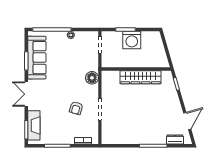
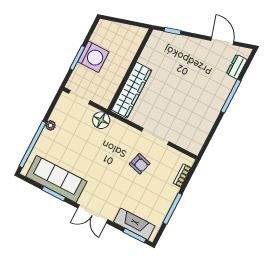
wardrobe: (141, 77) -> (132, 90), moved
floor lamp: (92, 78) -> (101, 120), moved

